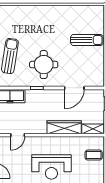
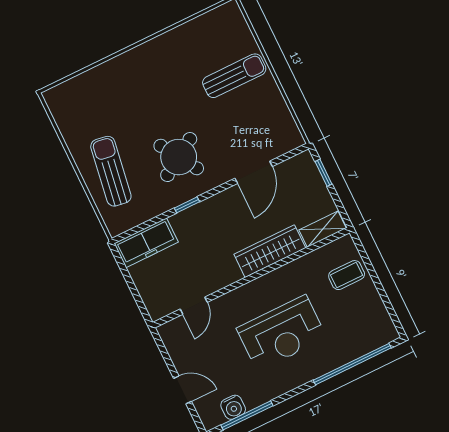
round table: (44, 65) -> (179, 157), turned -32

